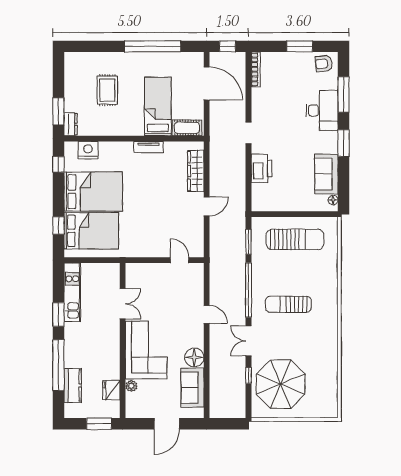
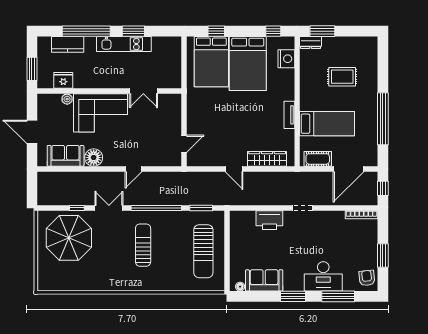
cot: (187, 128) -> (318, 159), moved, turned 90
kitchen unit: (72, 292) -> (124, 44), moved

